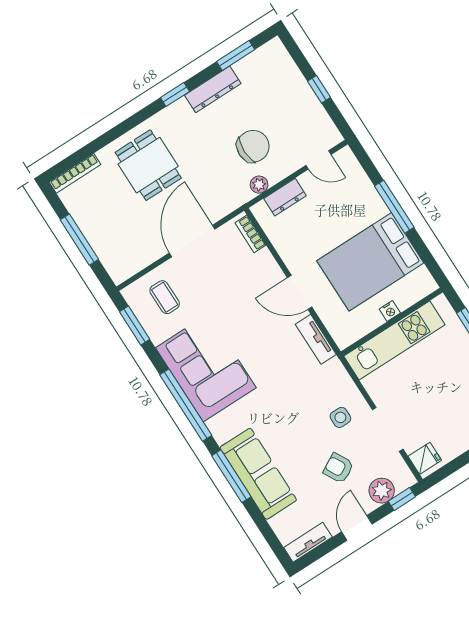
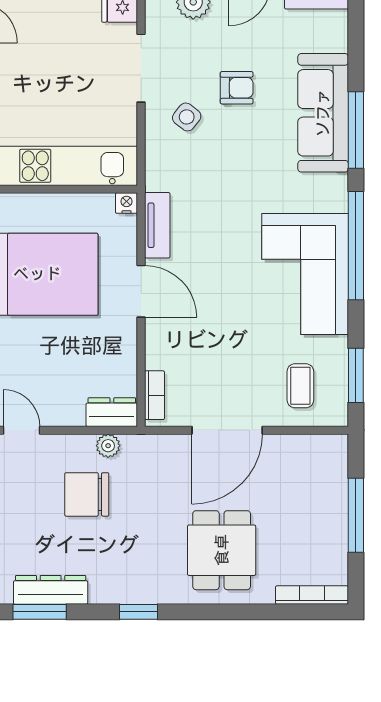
dresser: (213, 89) -> (51, 590), moved
dresser: (285, 197) -> (112, 412), moved
nightstand: (390, 311) -> (127, 203), moved
side table: (340, 417) -> (187, 117), turned 38
armchair: (338, 468) -> (237, 88), moved, turned -61

